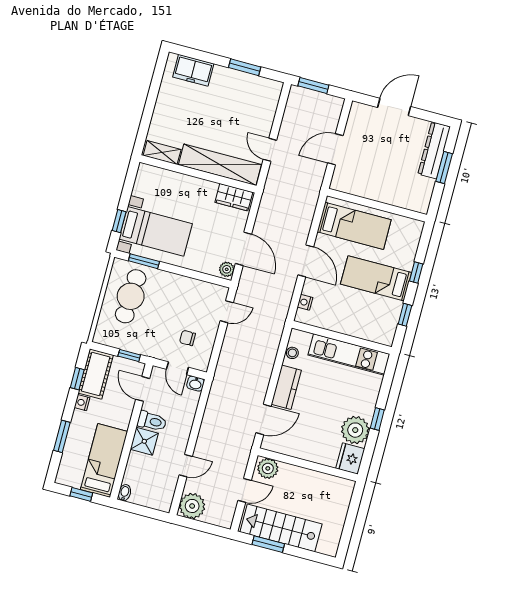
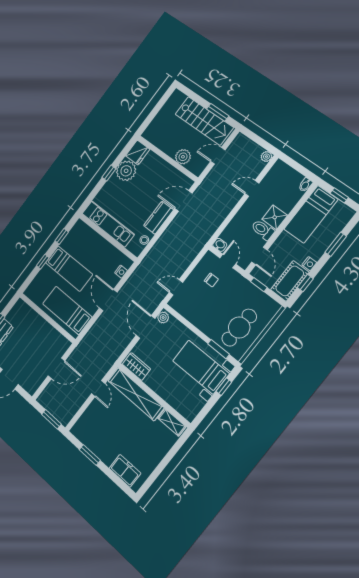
plant: (268, 468) -> (183, 157), moved
plant: (192, 506) -> (266, 157), width x0.53, depth x0.53

